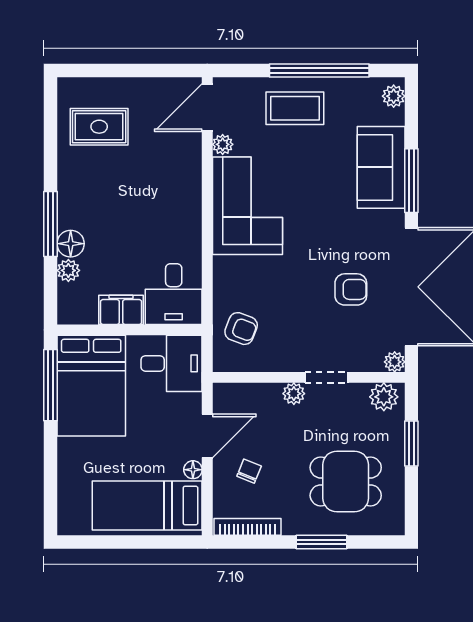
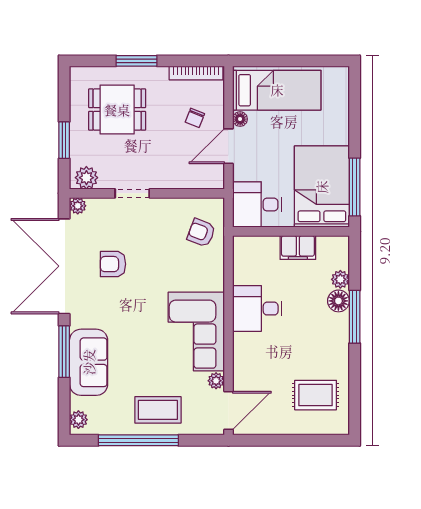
desk: (174, 294) -> (257, 309), moved, turned -90
plant: (294, 394) -> (159, 180), removed

